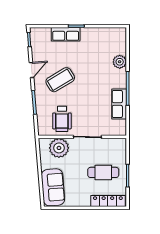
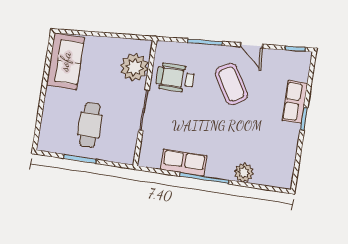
sofa: (53, 187) -> (65, 61), moved, turned -85
locker: (108, 201) -> (48, 125), removed

